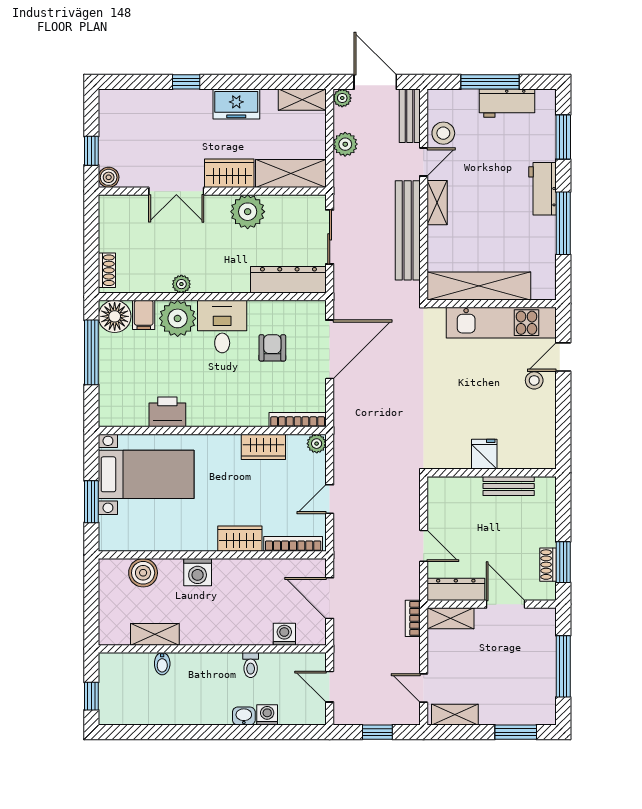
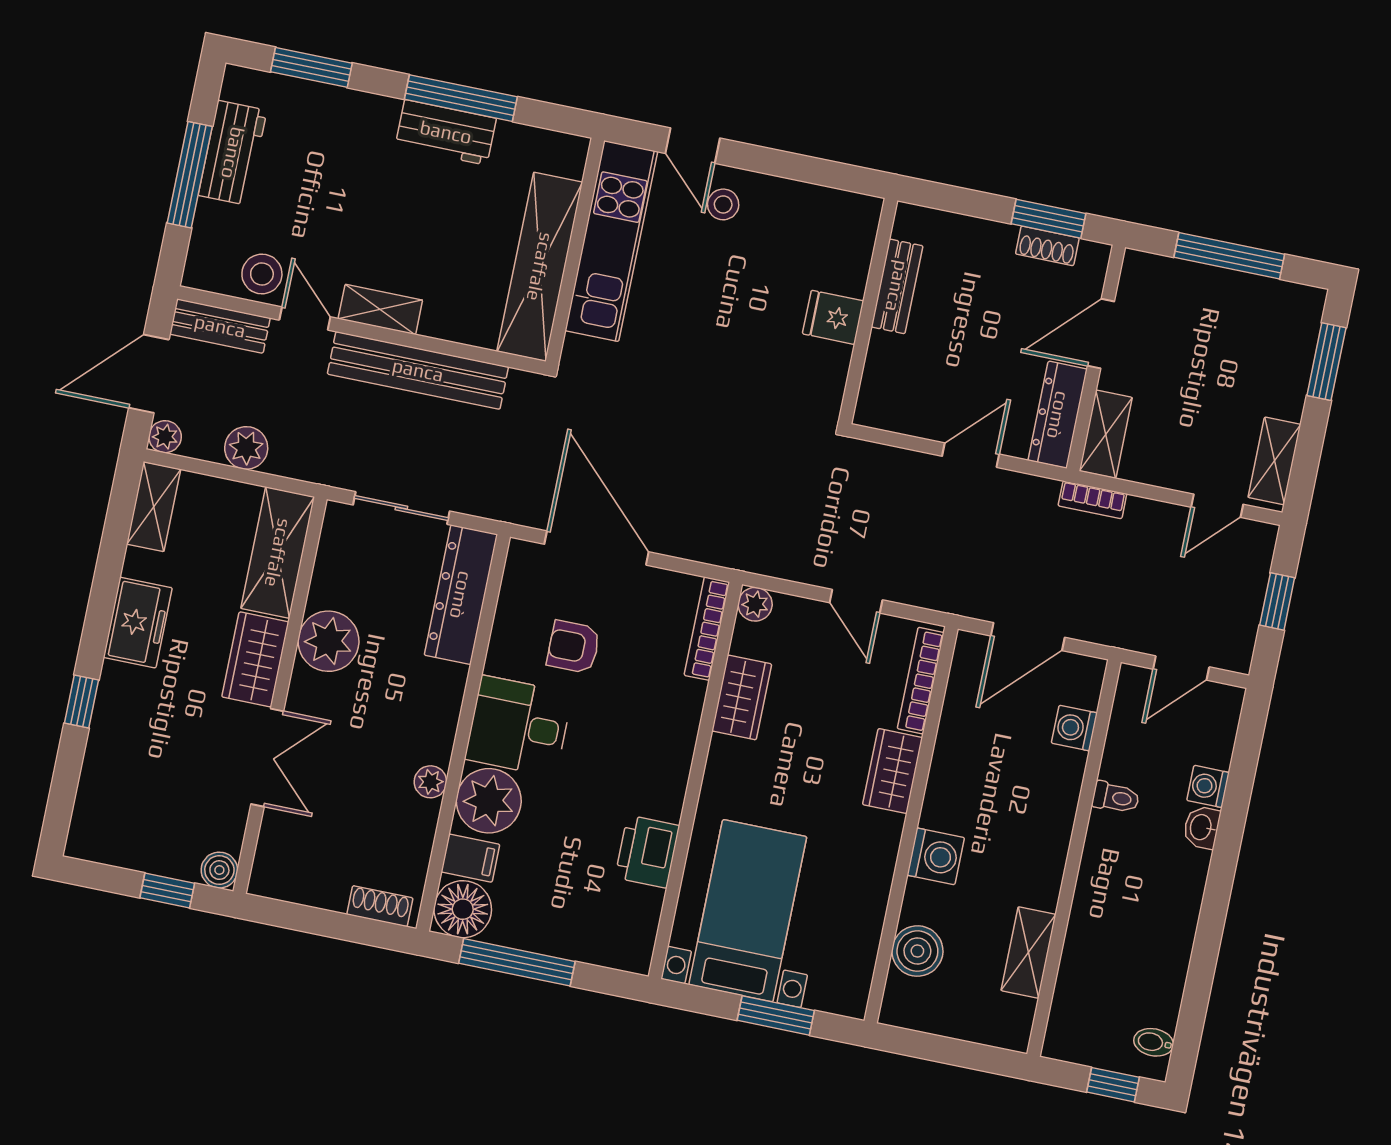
workbench: (543, 189) -> (446, 132), moved
bidet: (162, 664) -> (1154, 1042), moved, turned 180

